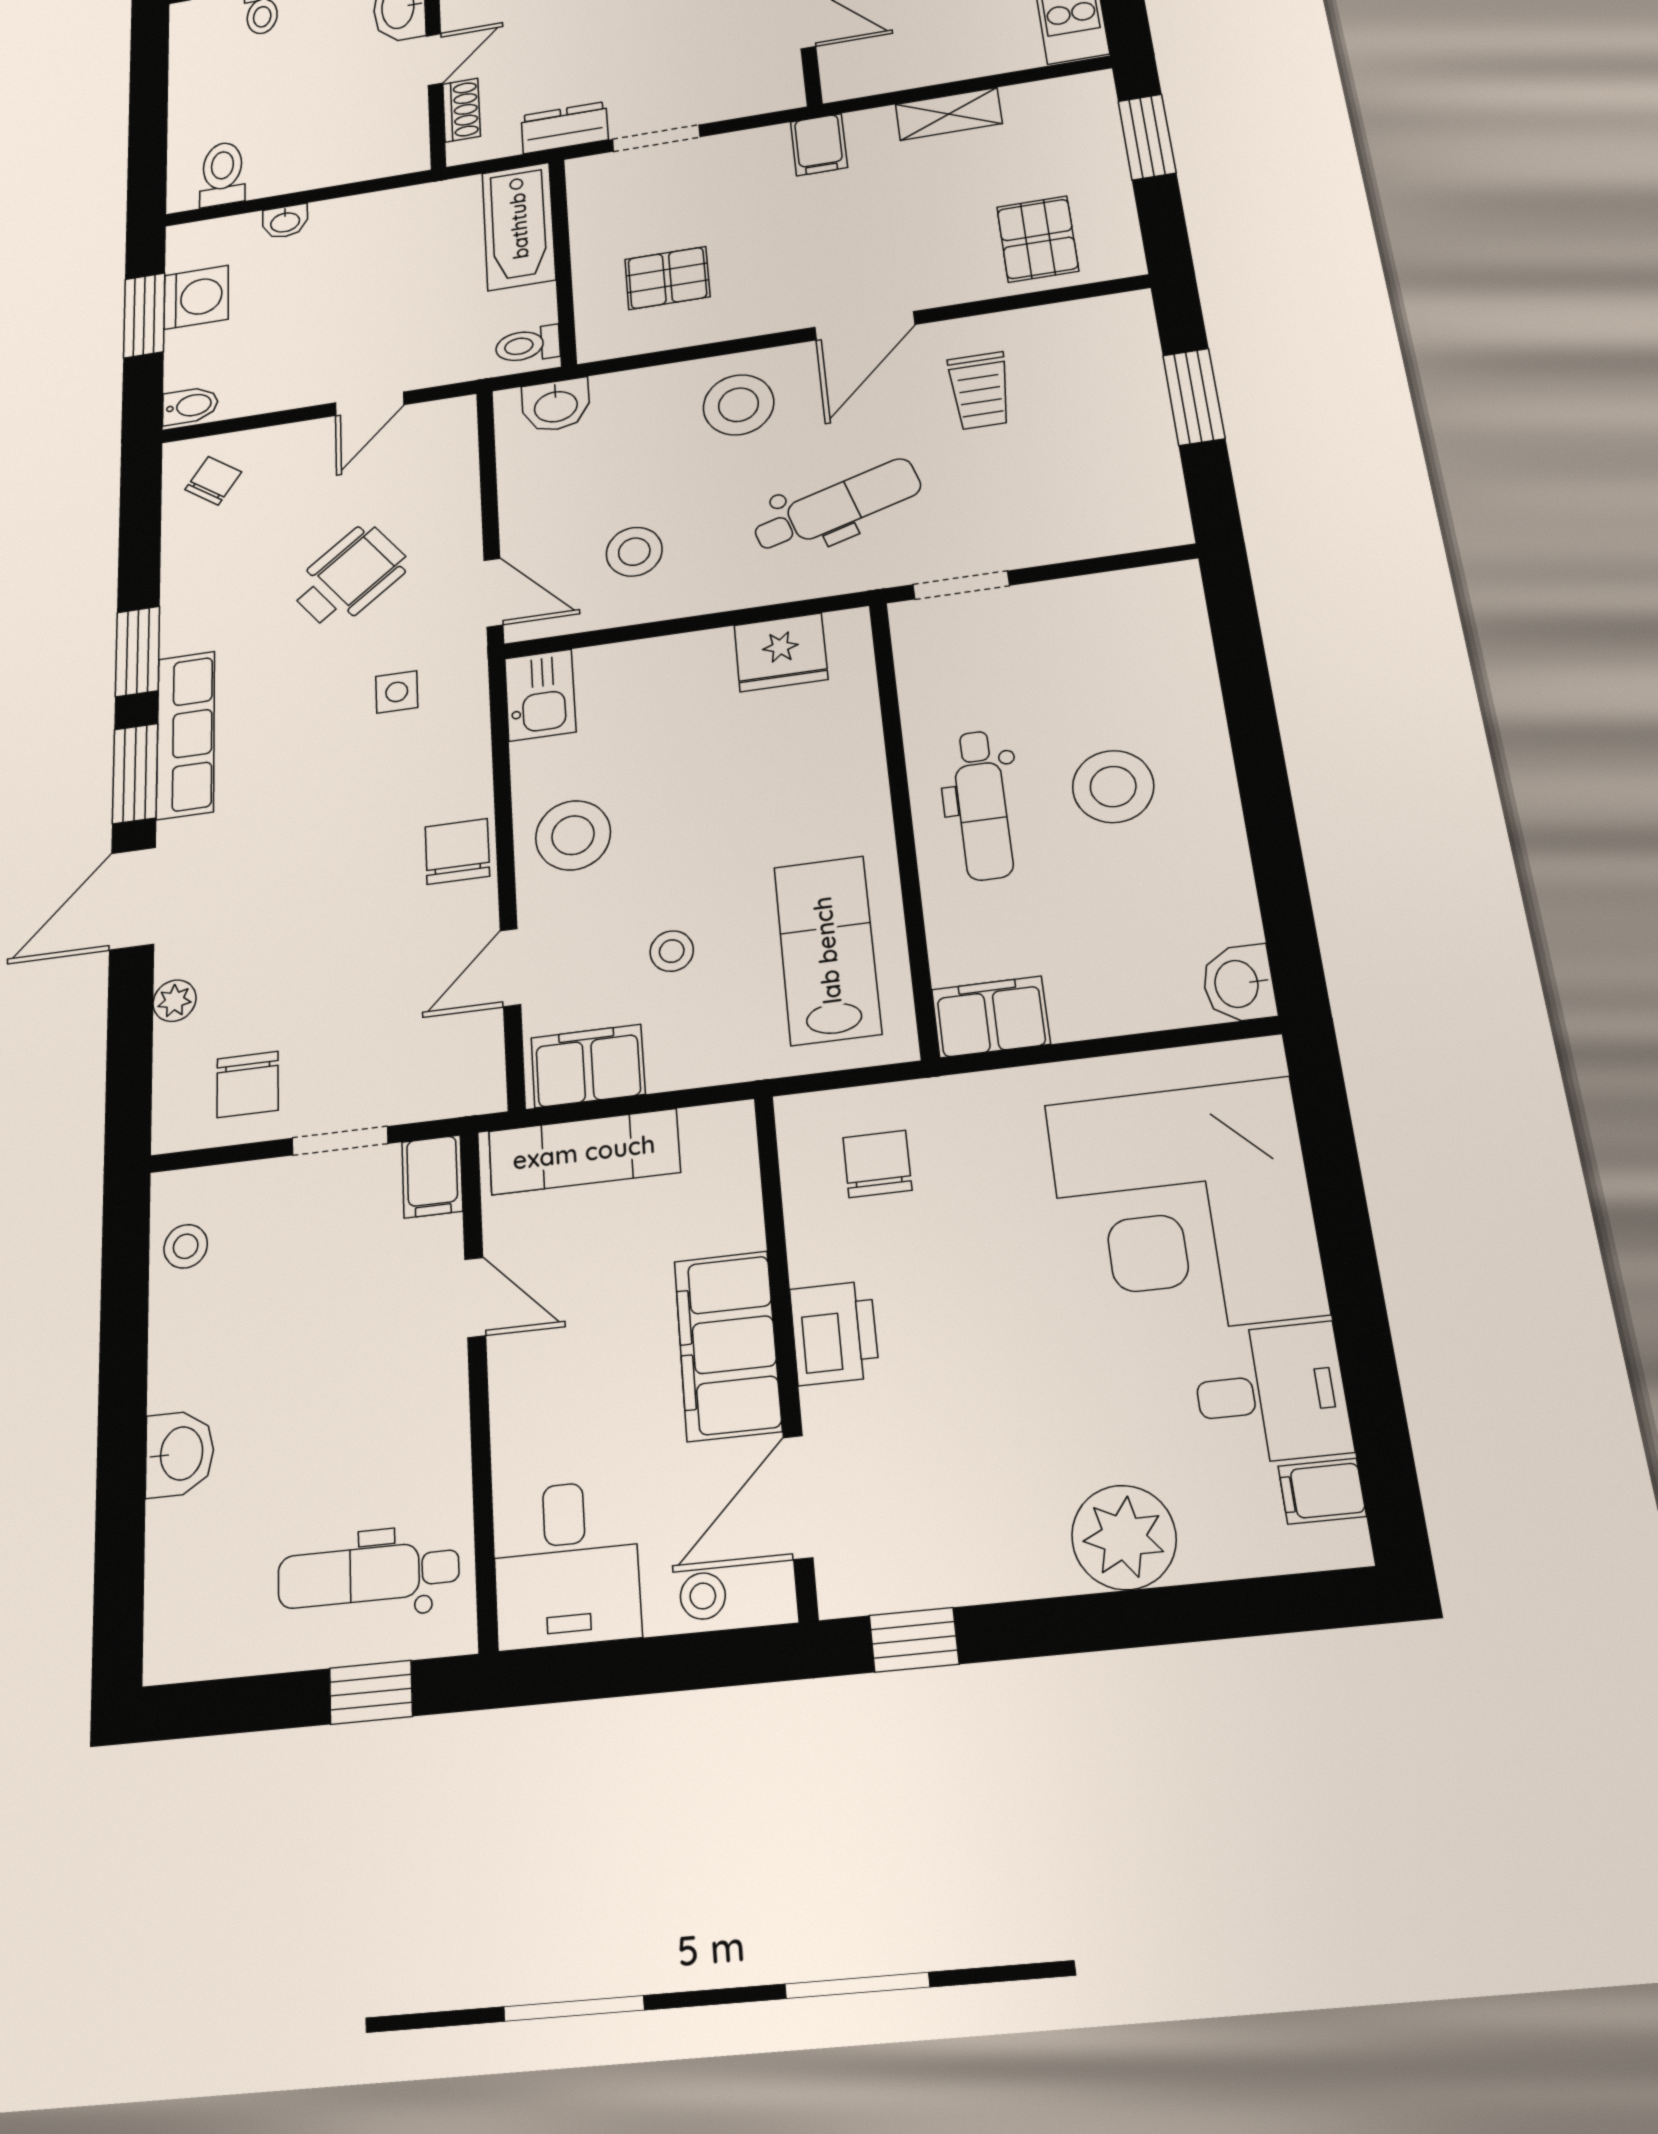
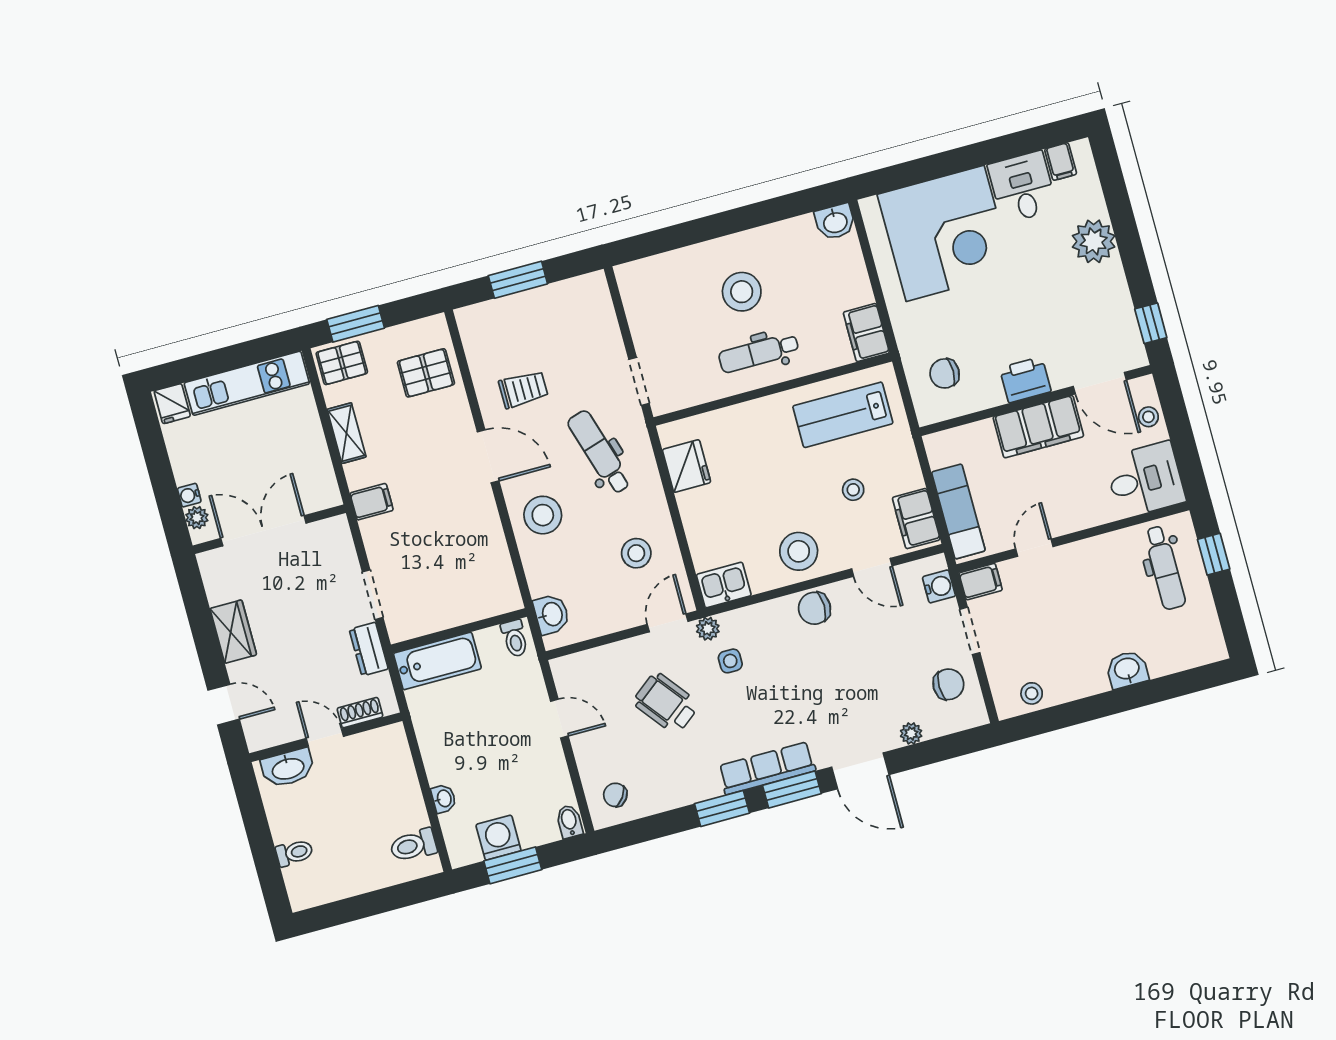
pallet: (667, 278) -> (342, 363), moved, turned 90
plant: (466, 659) -> (708, 629), added
dental chair: (982, 805) -> (759, 353), turned 180
water cooler: (442, 1092) -> (939, 586), added

